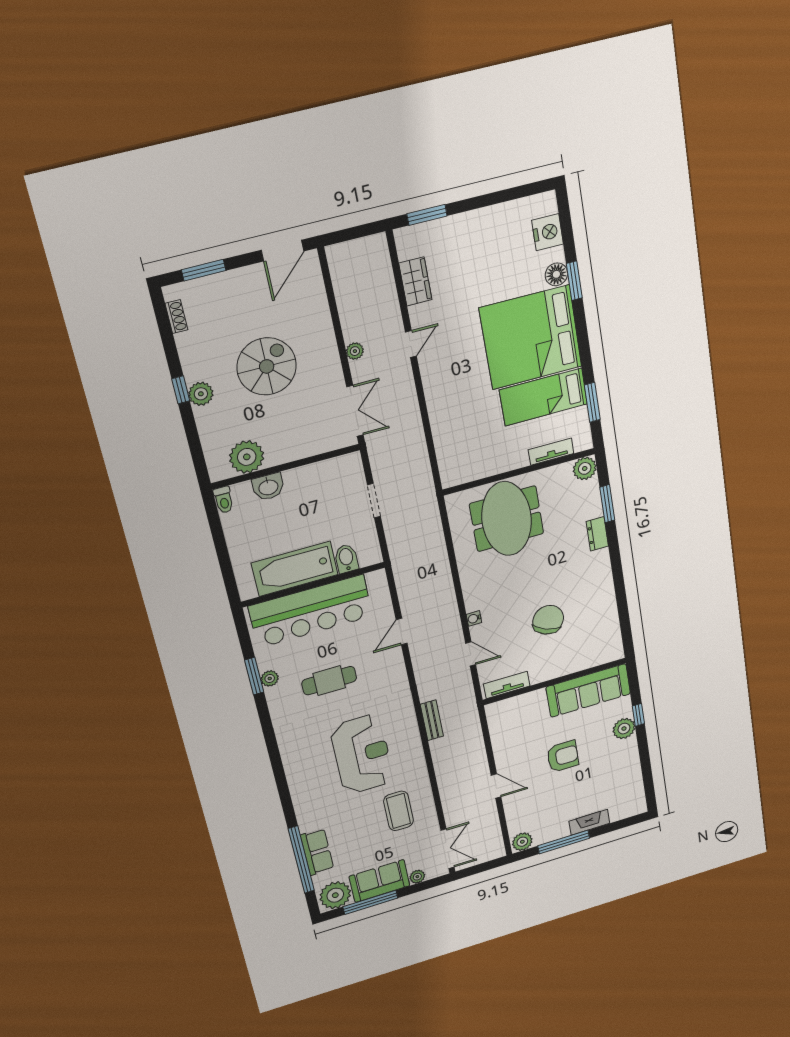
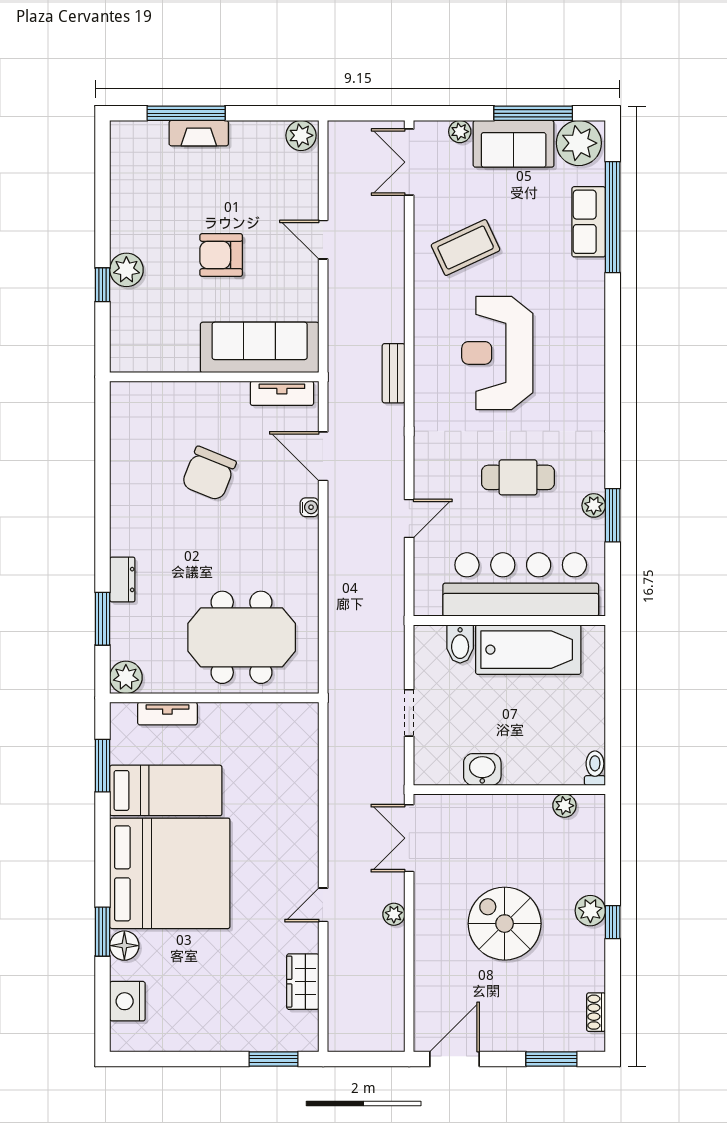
spiral stairs: (267, 366) -> (505, 924), turned 90
plant: (247, 457) -> (564, 806), width x0.53, depth x0.53
washbasin: (268, 487) -> (482, 769), moved
meeting table: (507, 519) -> (242, 637), turned 90
door: (471, 654) -> (323, 456), width x1.38
sofa: (588, 690) -> (260, 347), moved
coffee table: (399, 811) -> (466, 248), turned 65
window: (564, 842) -> (186, 113), moved

